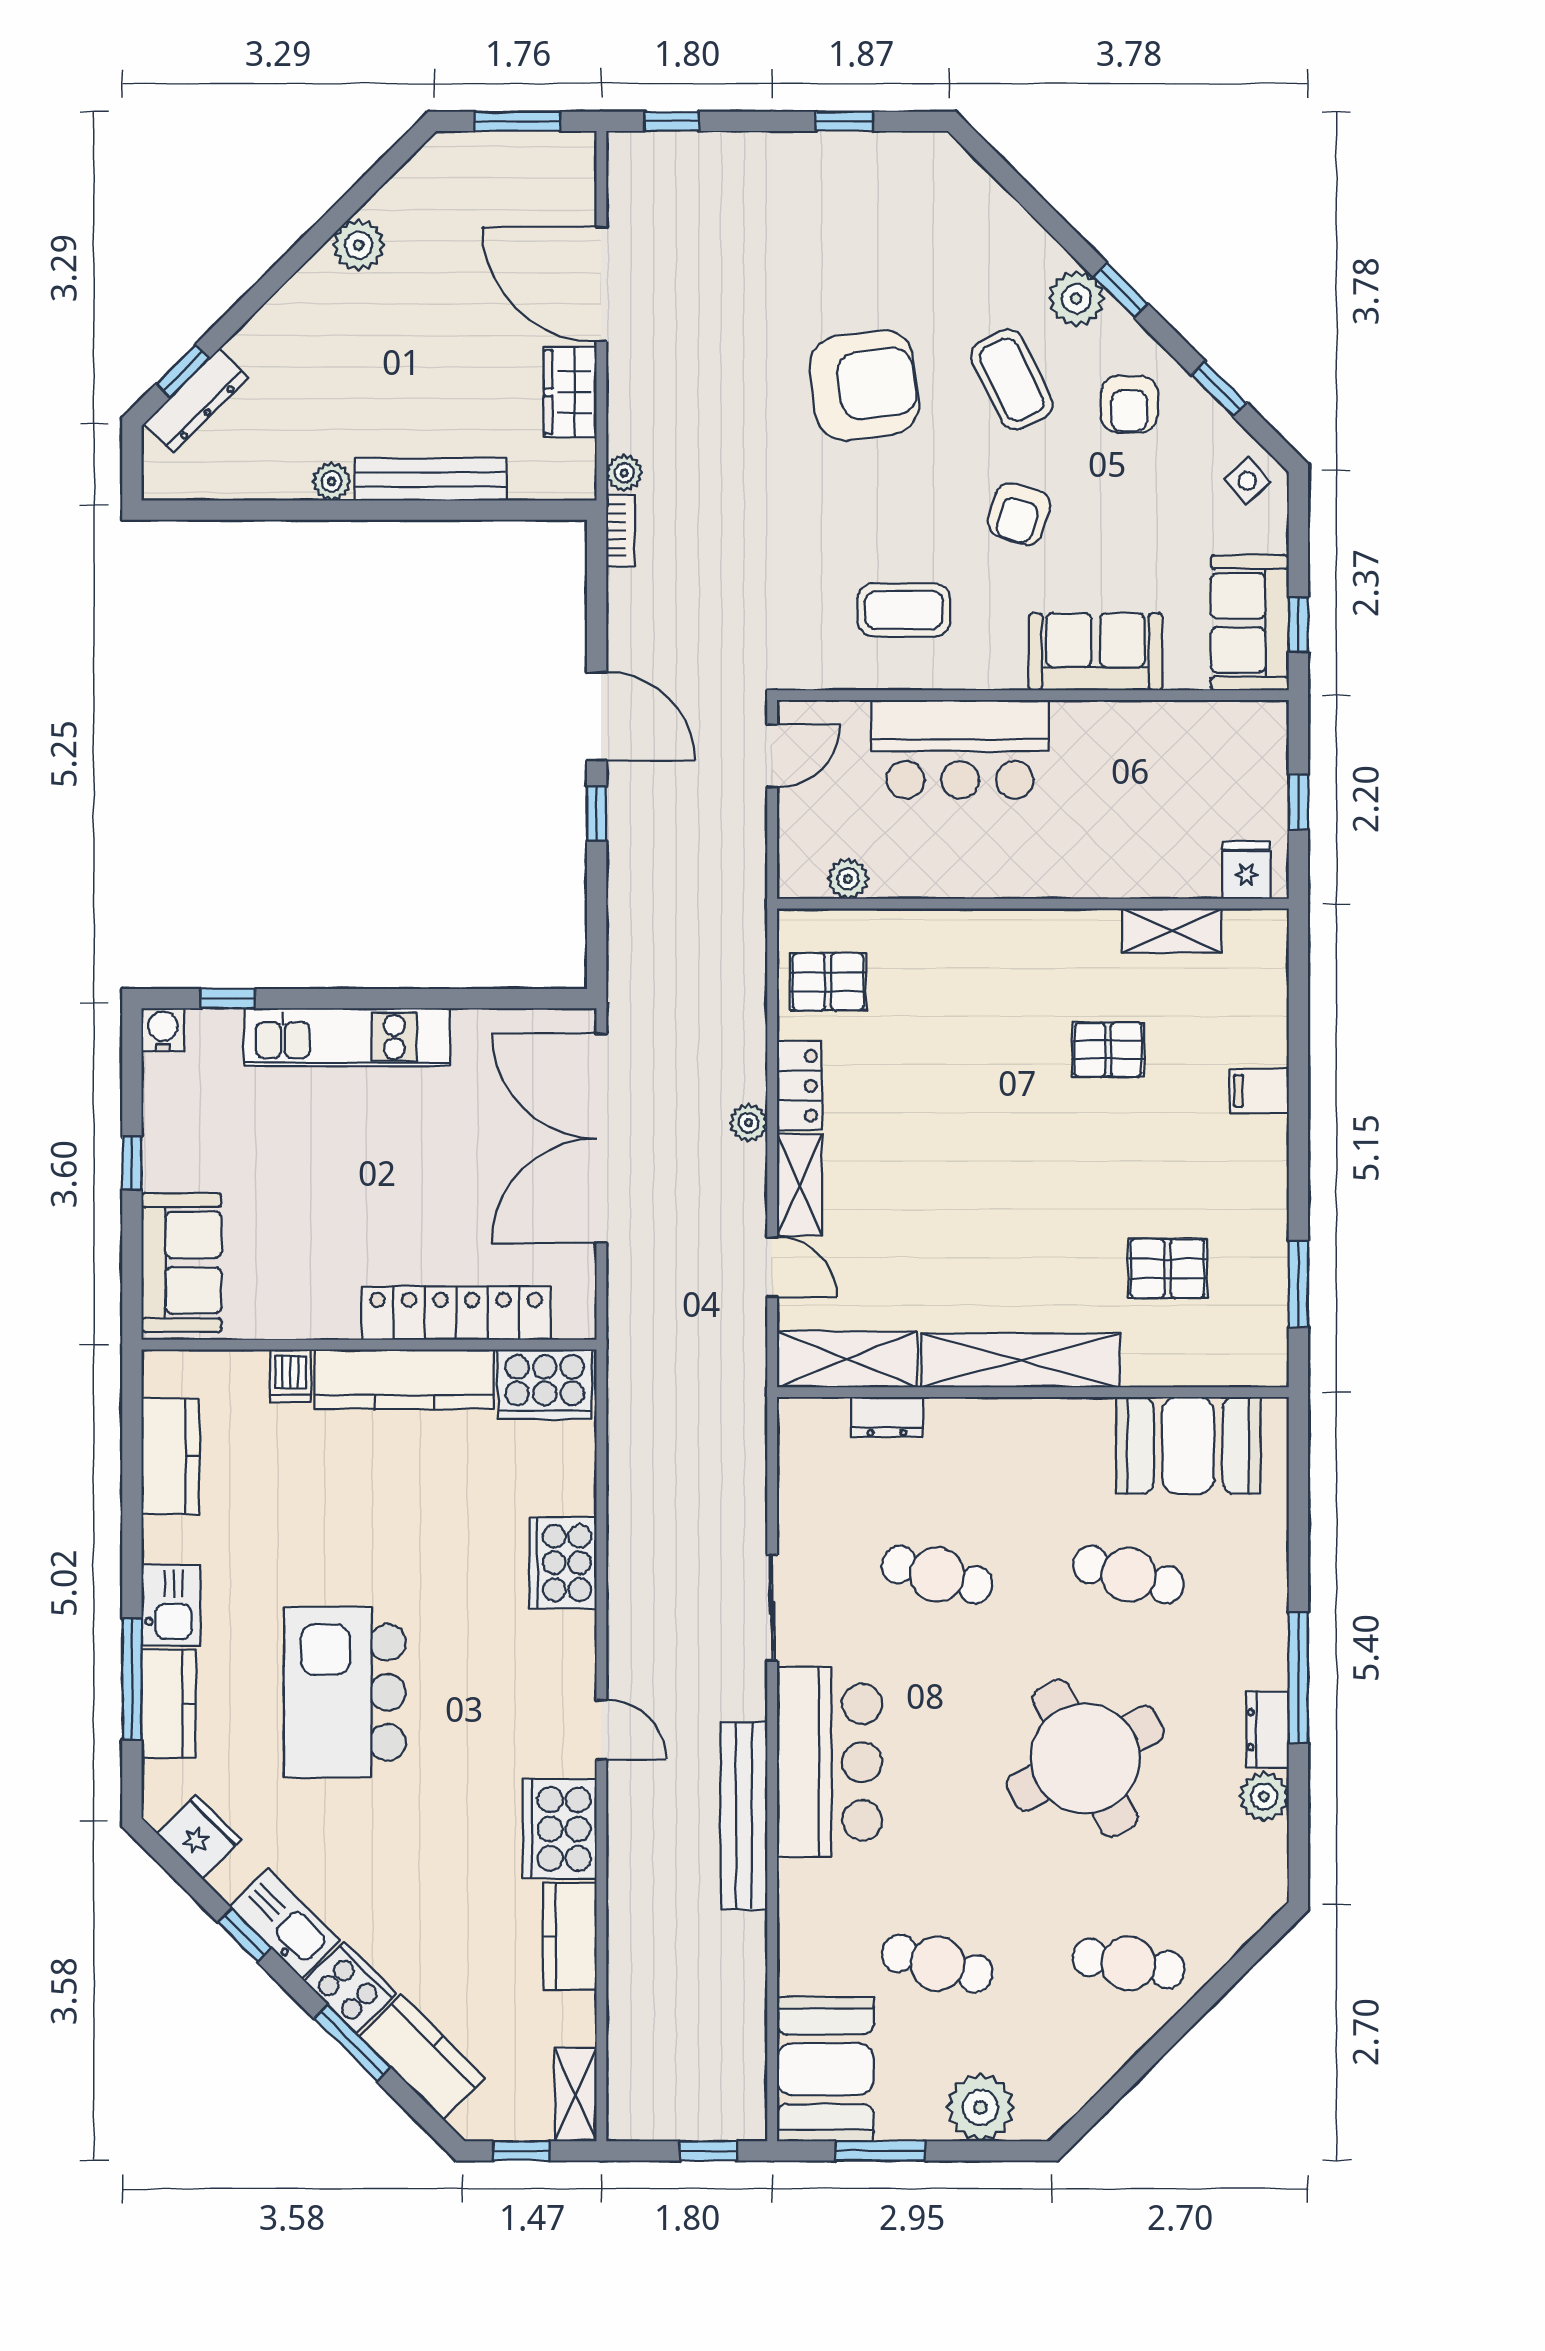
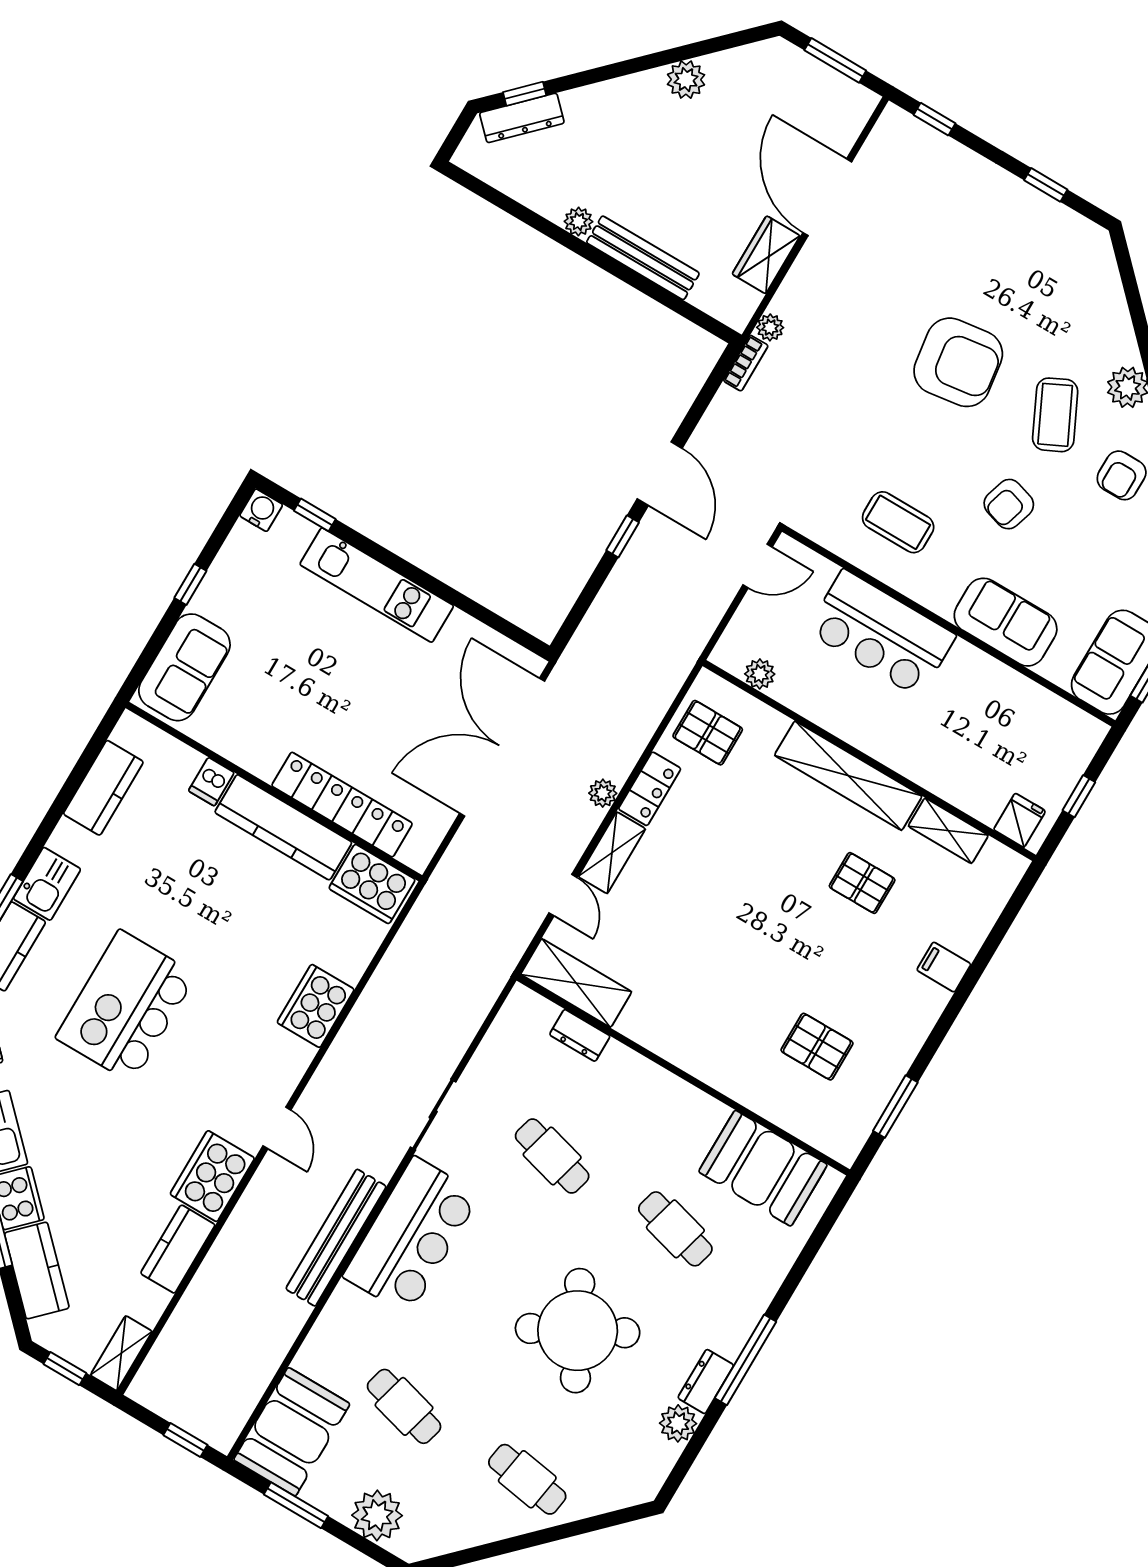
shelving: (1020, 1360) -> (848, 776), moved

